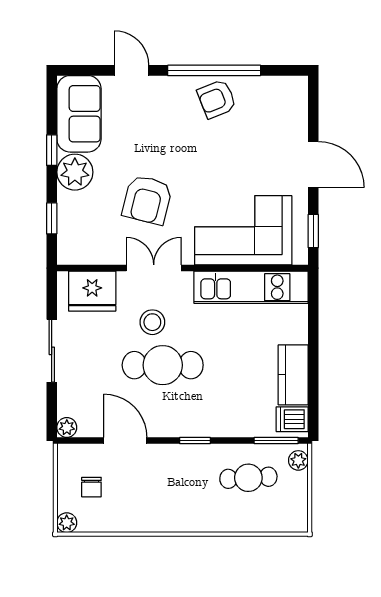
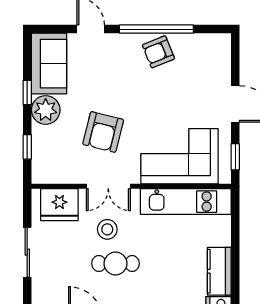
double door: (154, 268) -> (108, 186), swing flipped
cafe table: (163, 365) -> (116, 263), width x0.73, depth x0.74

